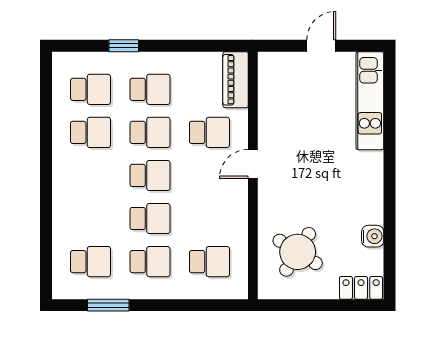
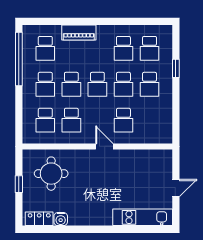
door: (321, 46) -> (176, 188), hinge flipped
piano: (236, 80) -> (79, 32), moved, turned 180
school desk: (209, 219) -> (71, 120), added
round table: (298, 252) -> (51, 174), turned -32
locker: (361, 288) -> (39, 219), moved, turned -90
window: (108, 305) -> (19, 59), width x2.11
window: (315, 305) -> (19, 184), added

